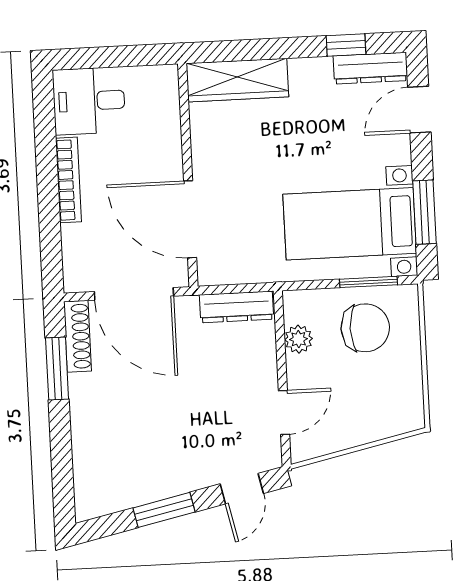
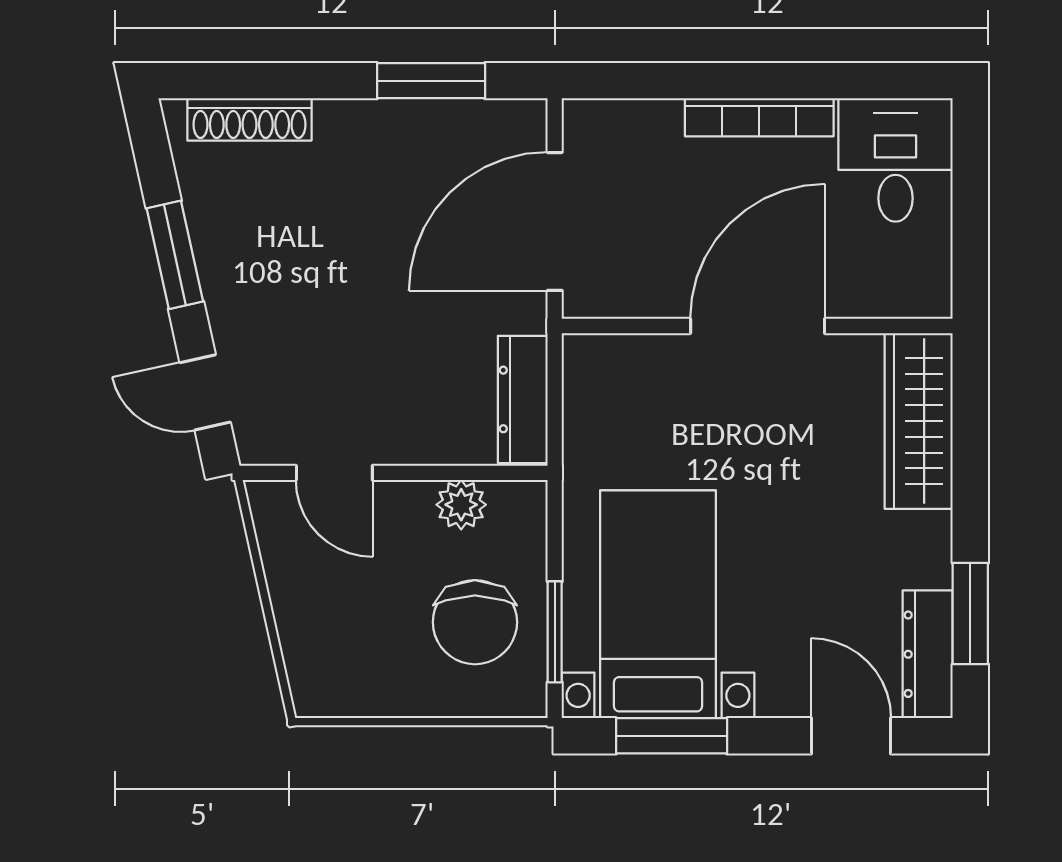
window: (346, 45) -> (970, 614), width x1.50
door: (190, 219) -> (758, 326), moved
shoe rack: (78, 336) -> (249, 119), moved

